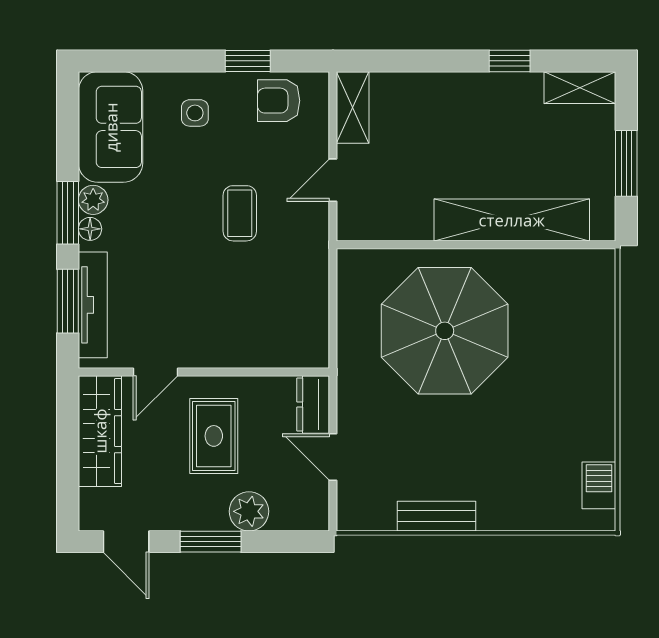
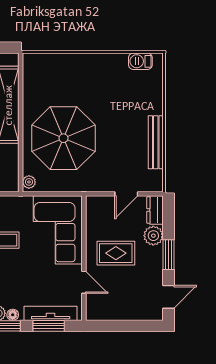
plant: (357, 262) -> (29, 182), added
corner sofa: (261, 319) -> (58, 230), added
dresser: (313, 405) -> (155, 210), moved, turned 90
wardrobe: (100, 431) -> (113, 310), removed
bench: (436, 516) -> (156, 142), width x1.36

